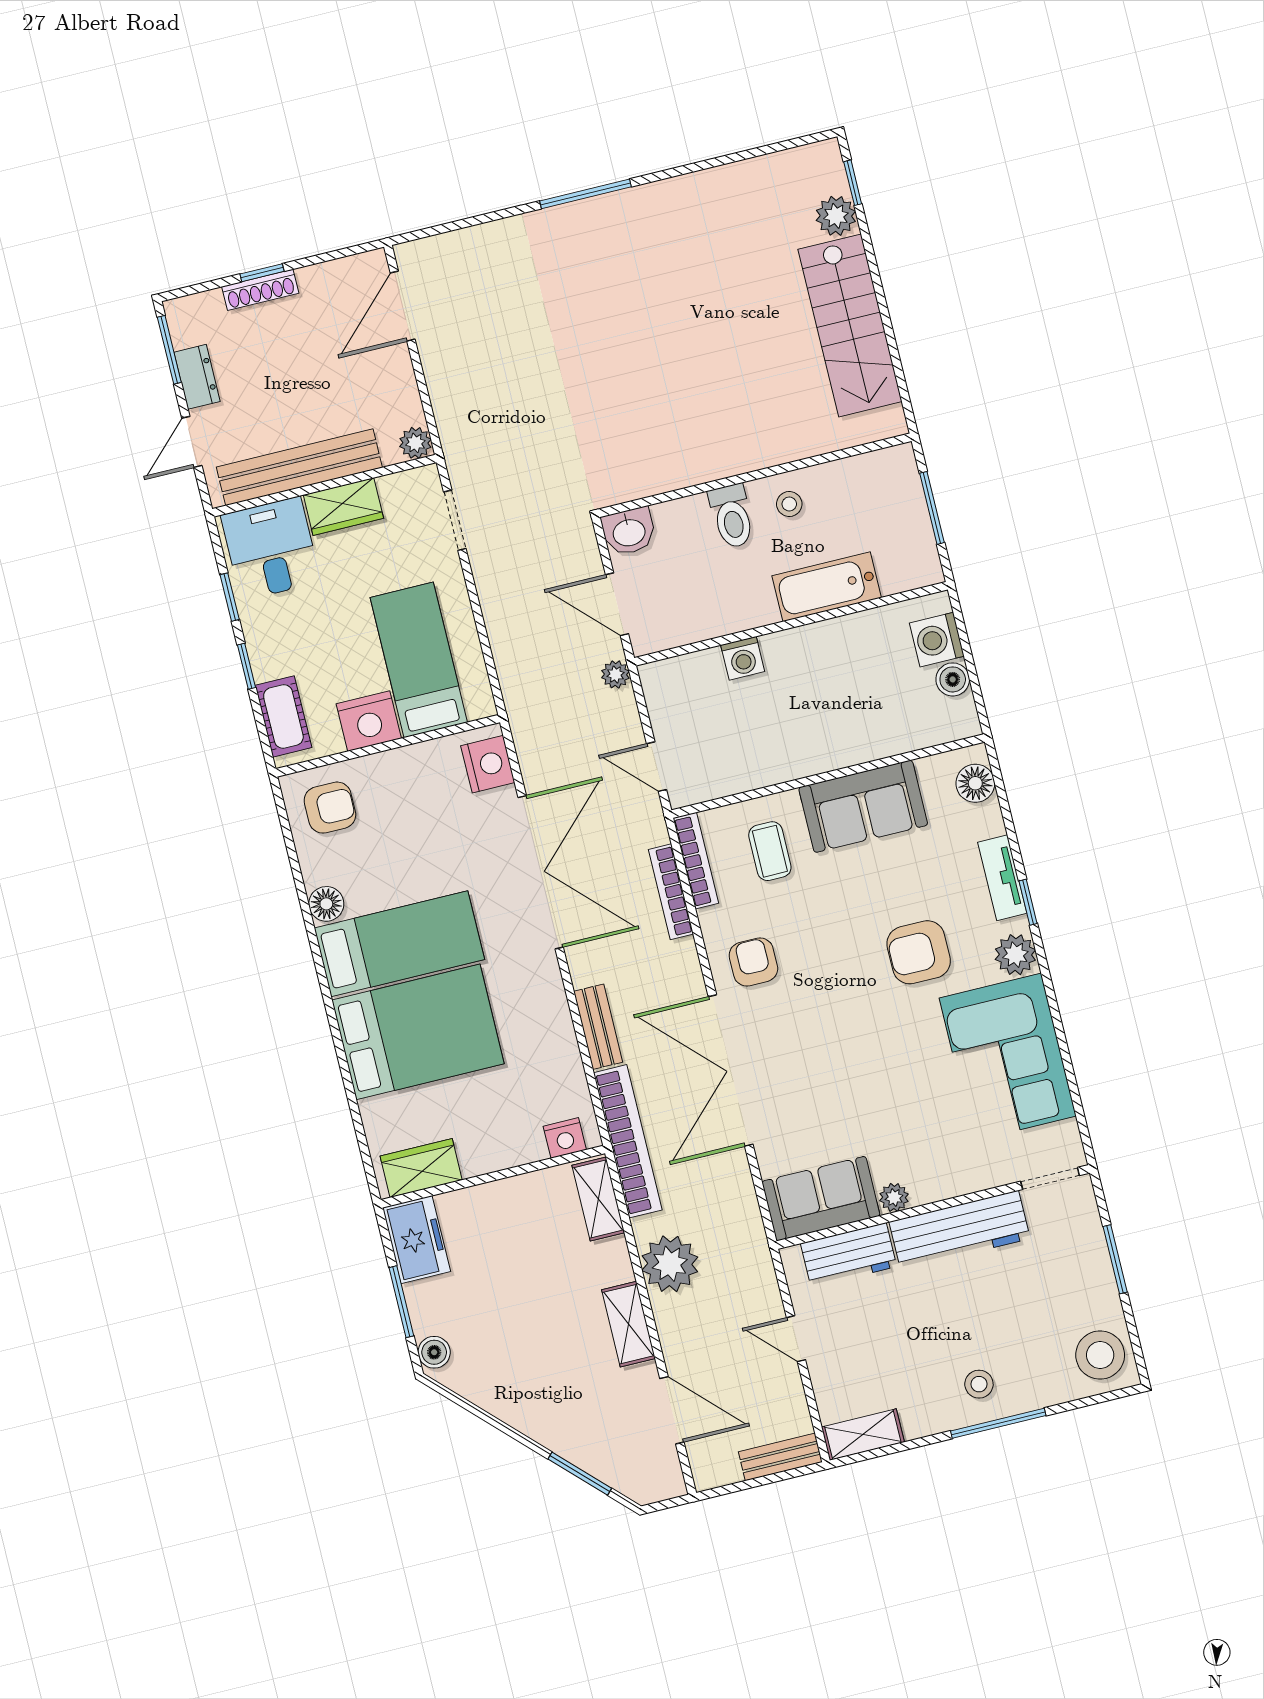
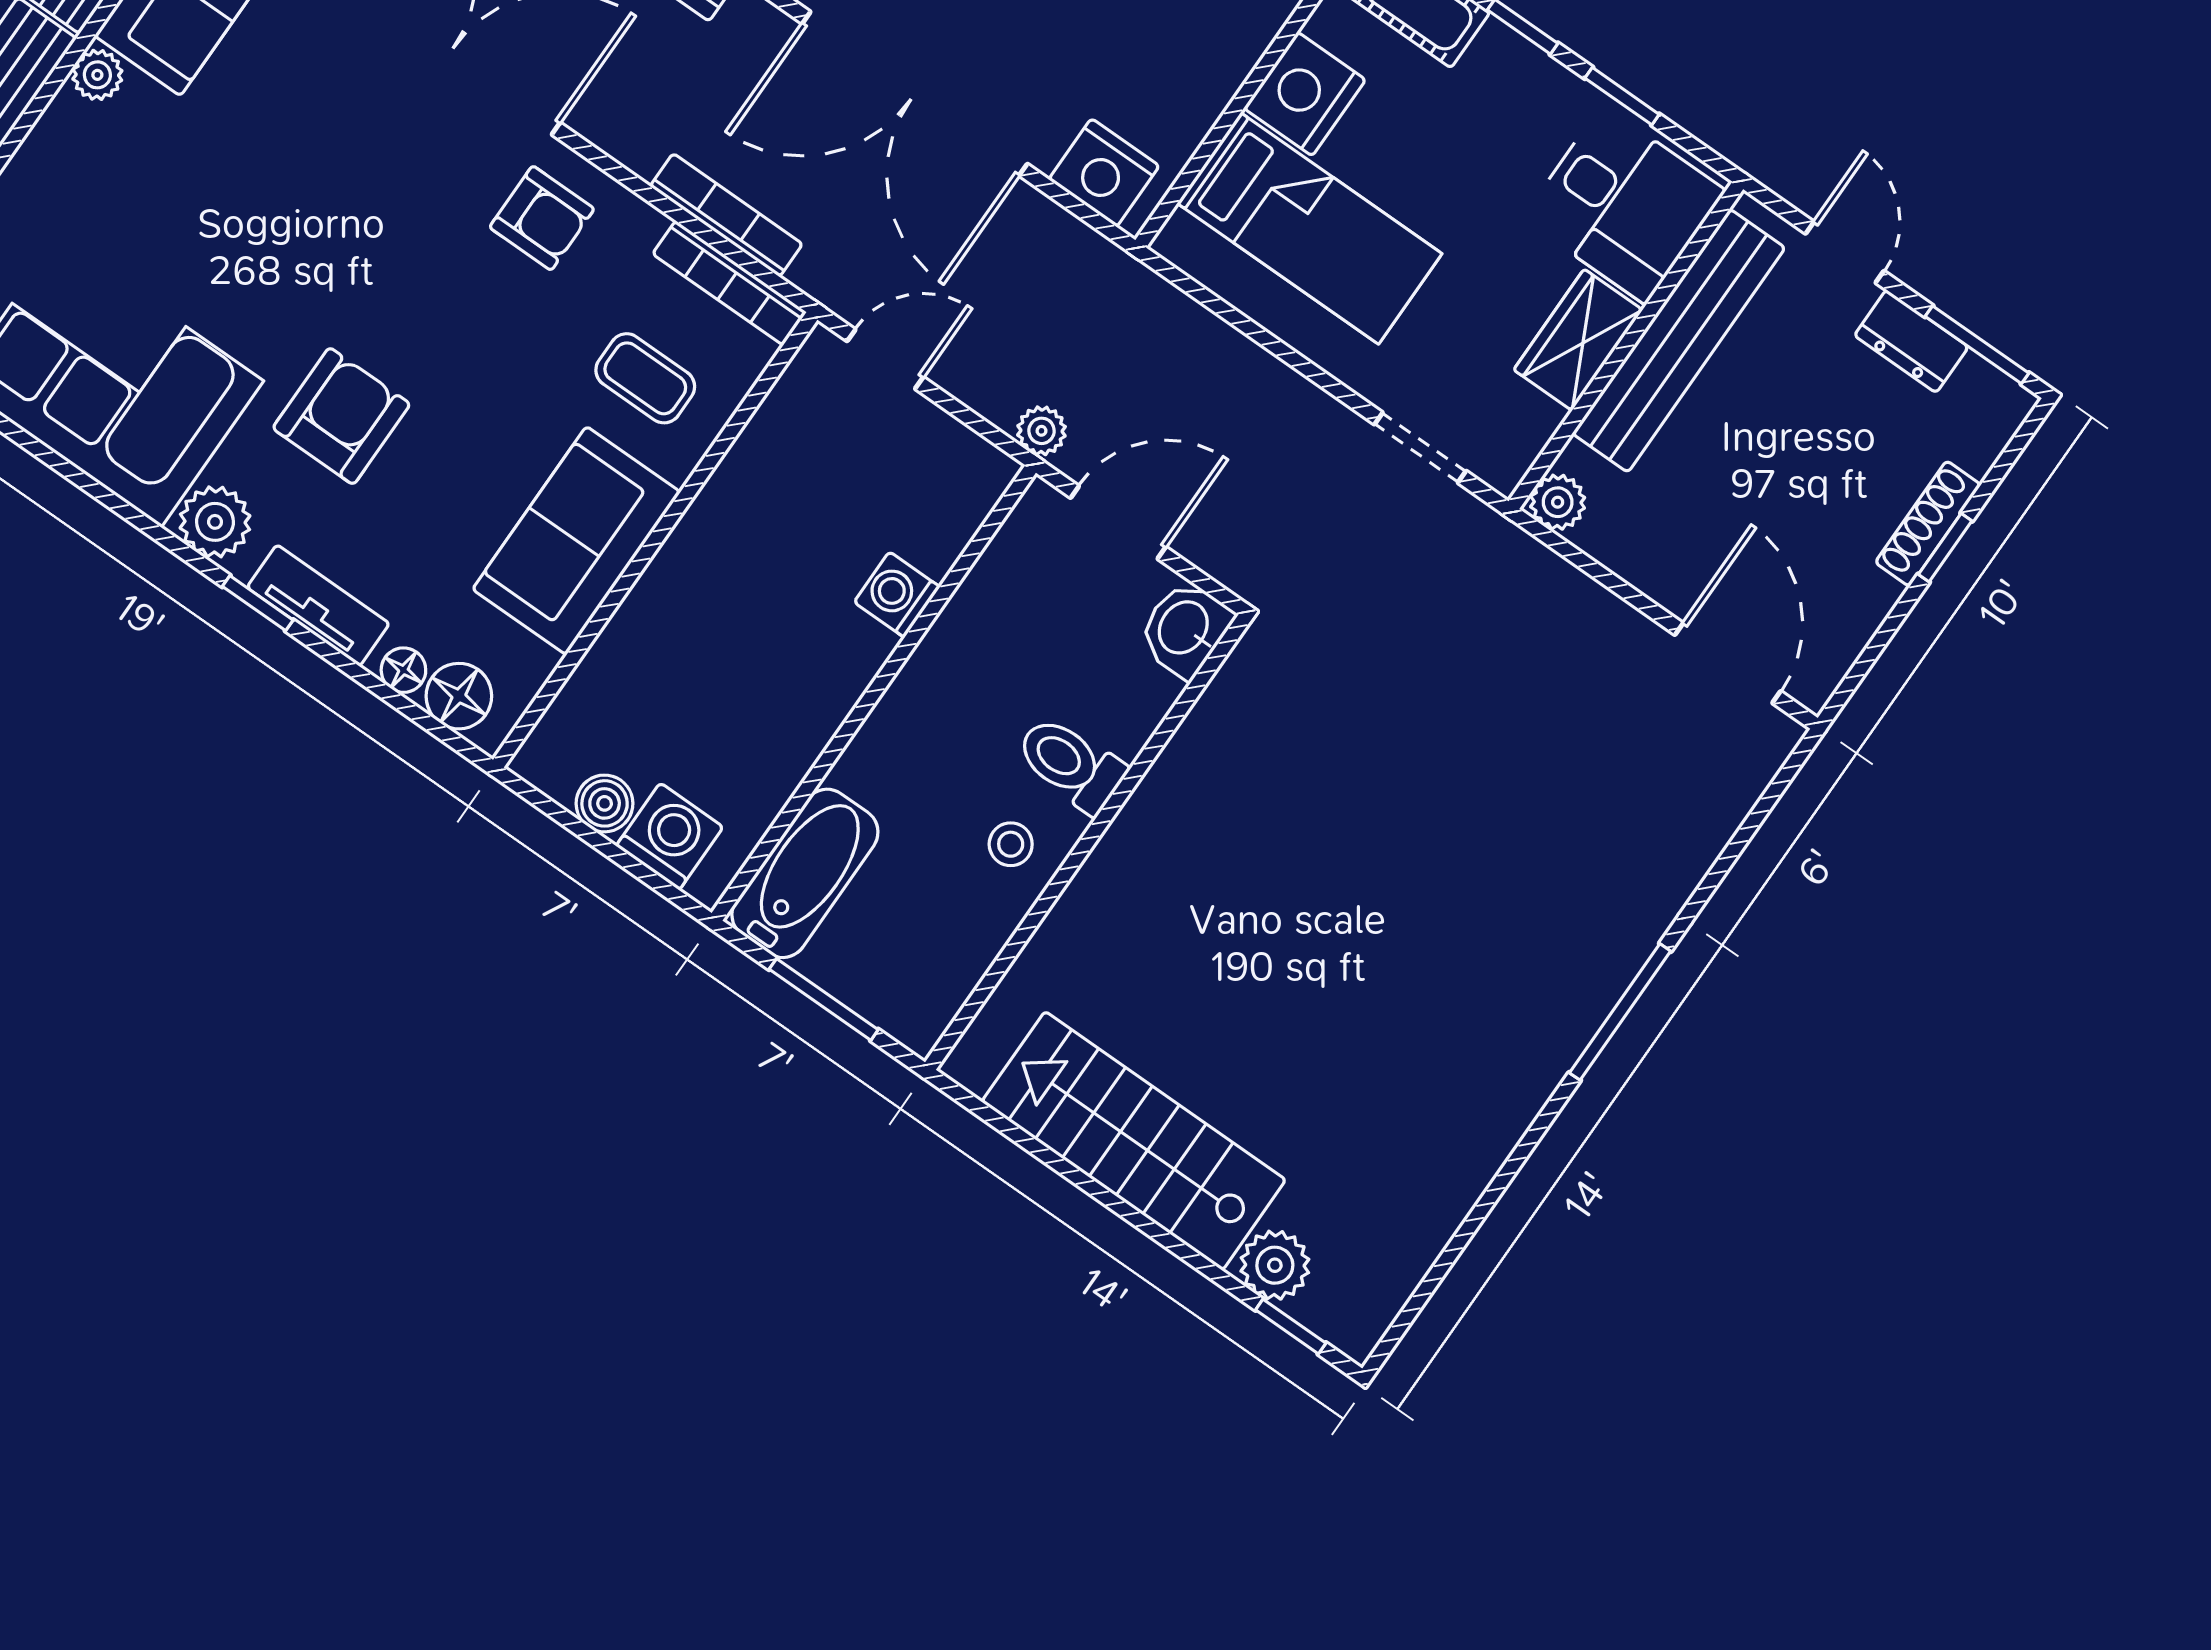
bathtub: (827, 587) -> (805, 873), moved
floor lamp: (990, 816) -> (403, 670), added

